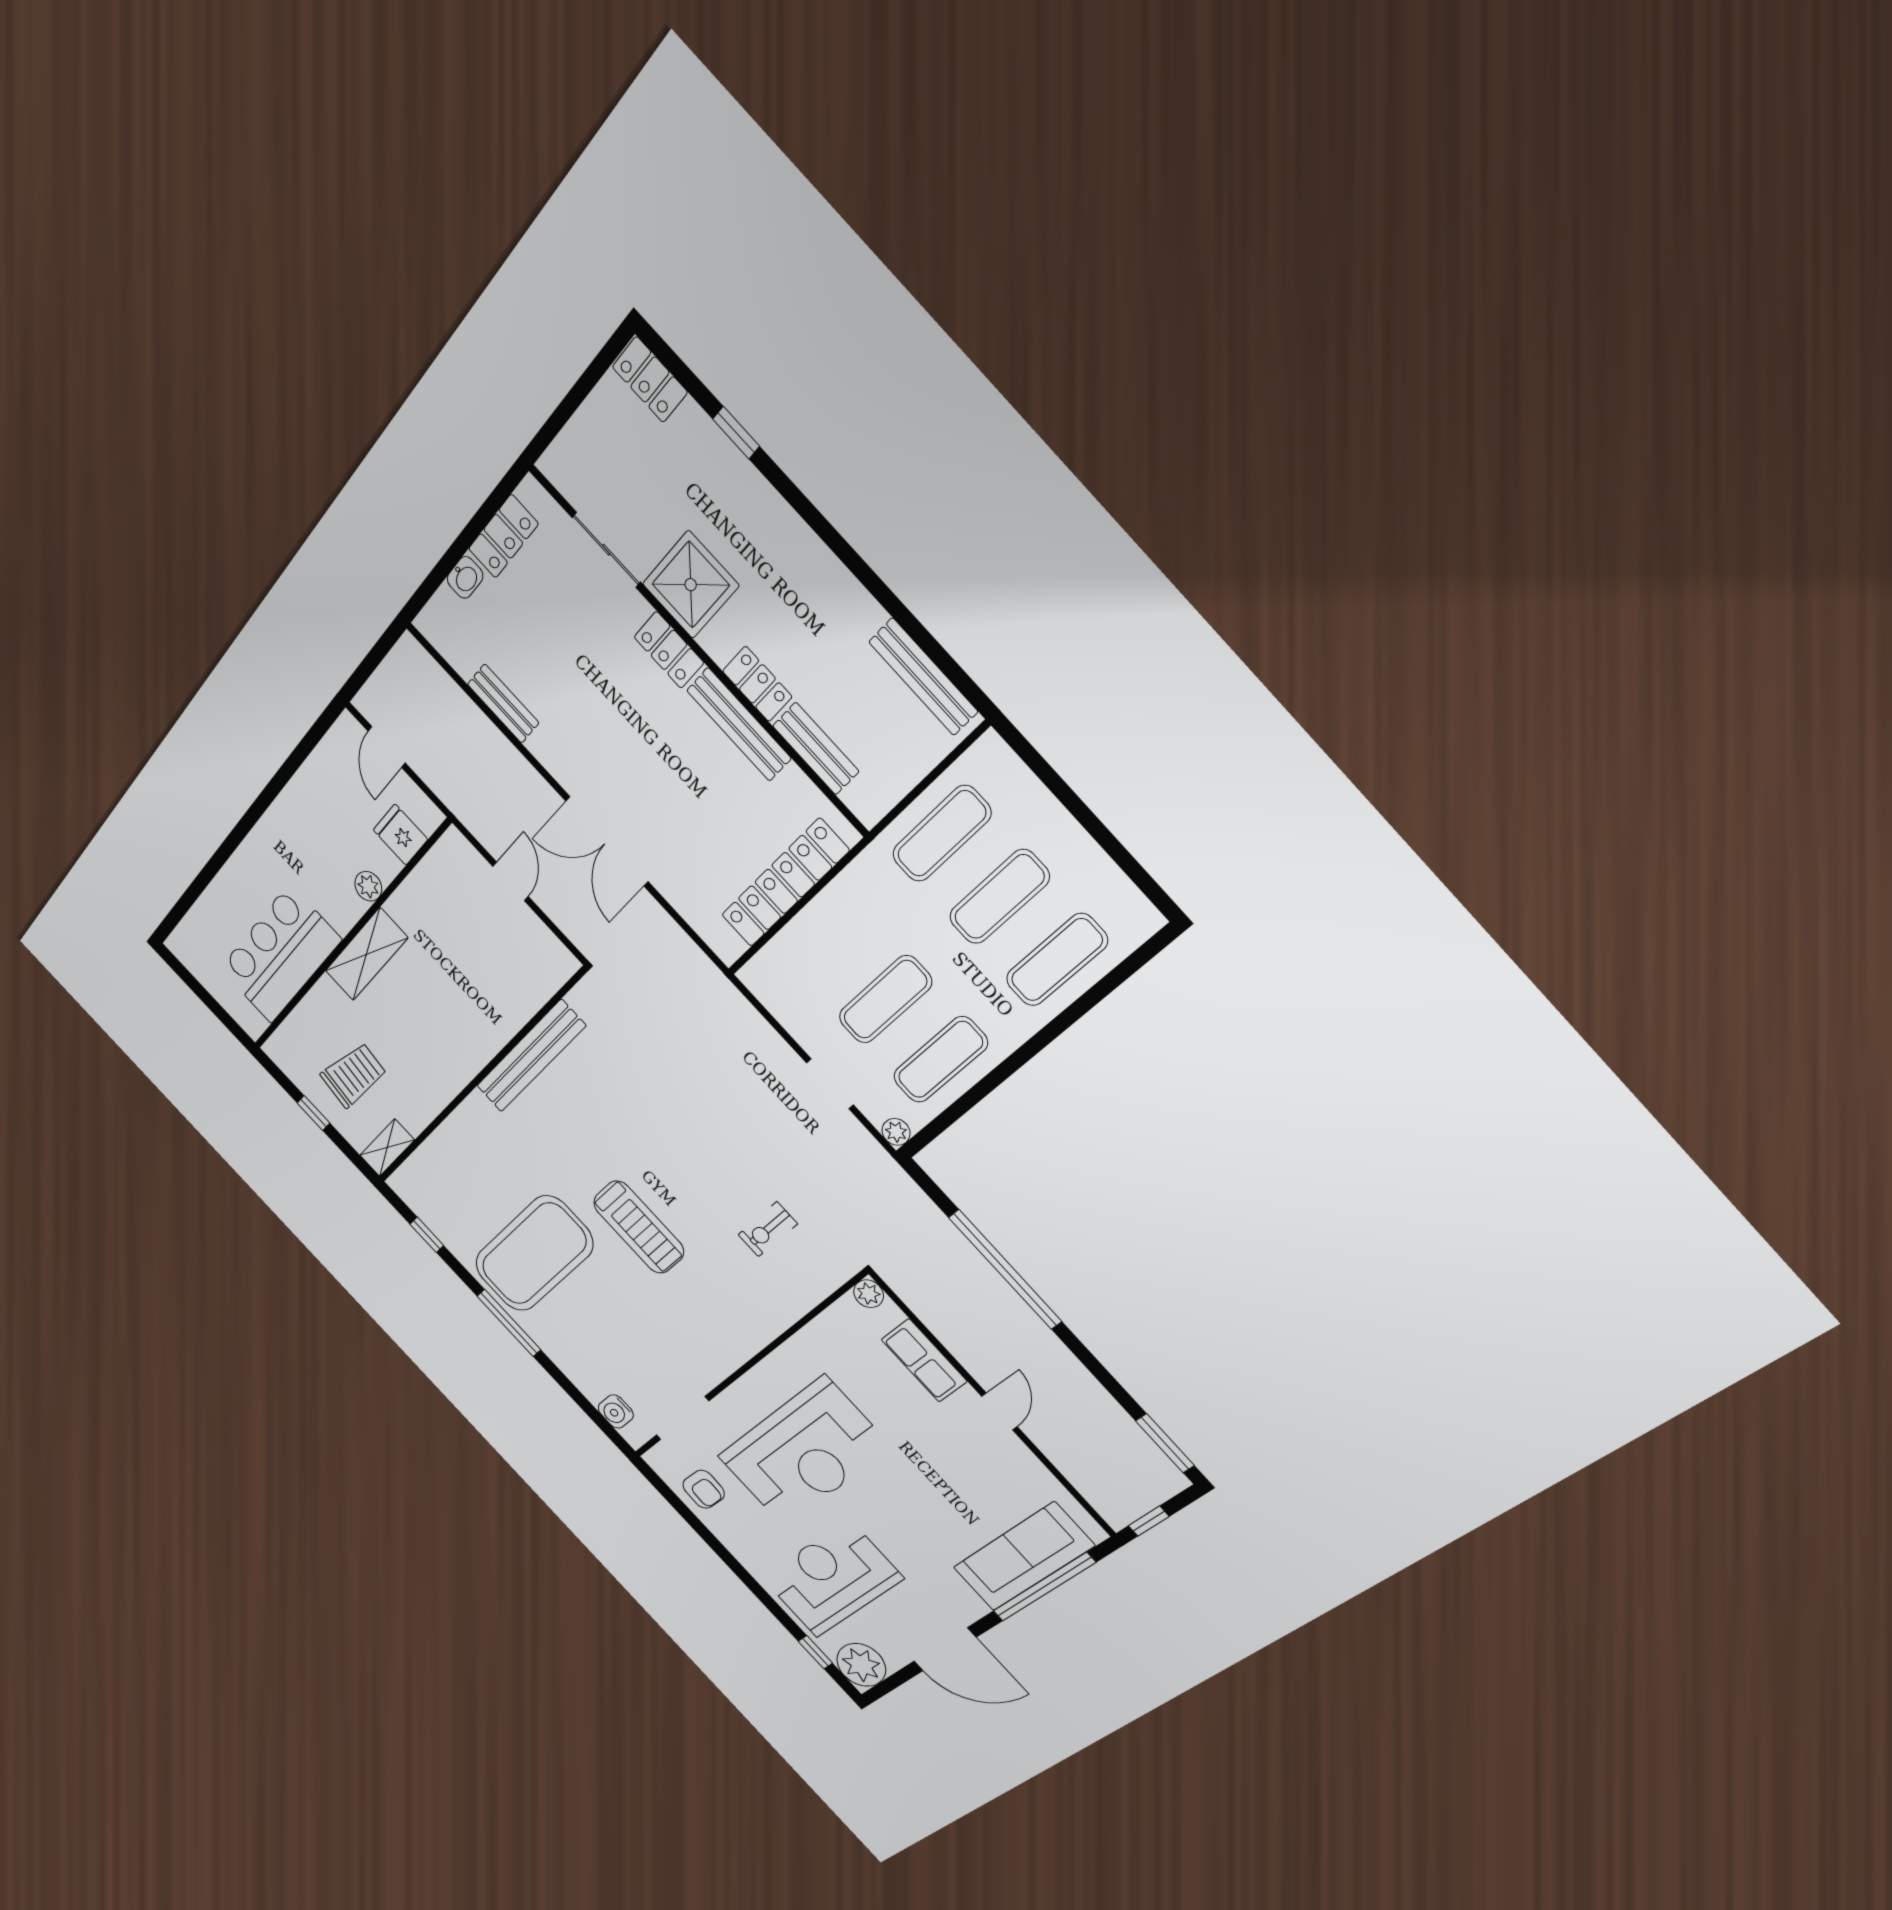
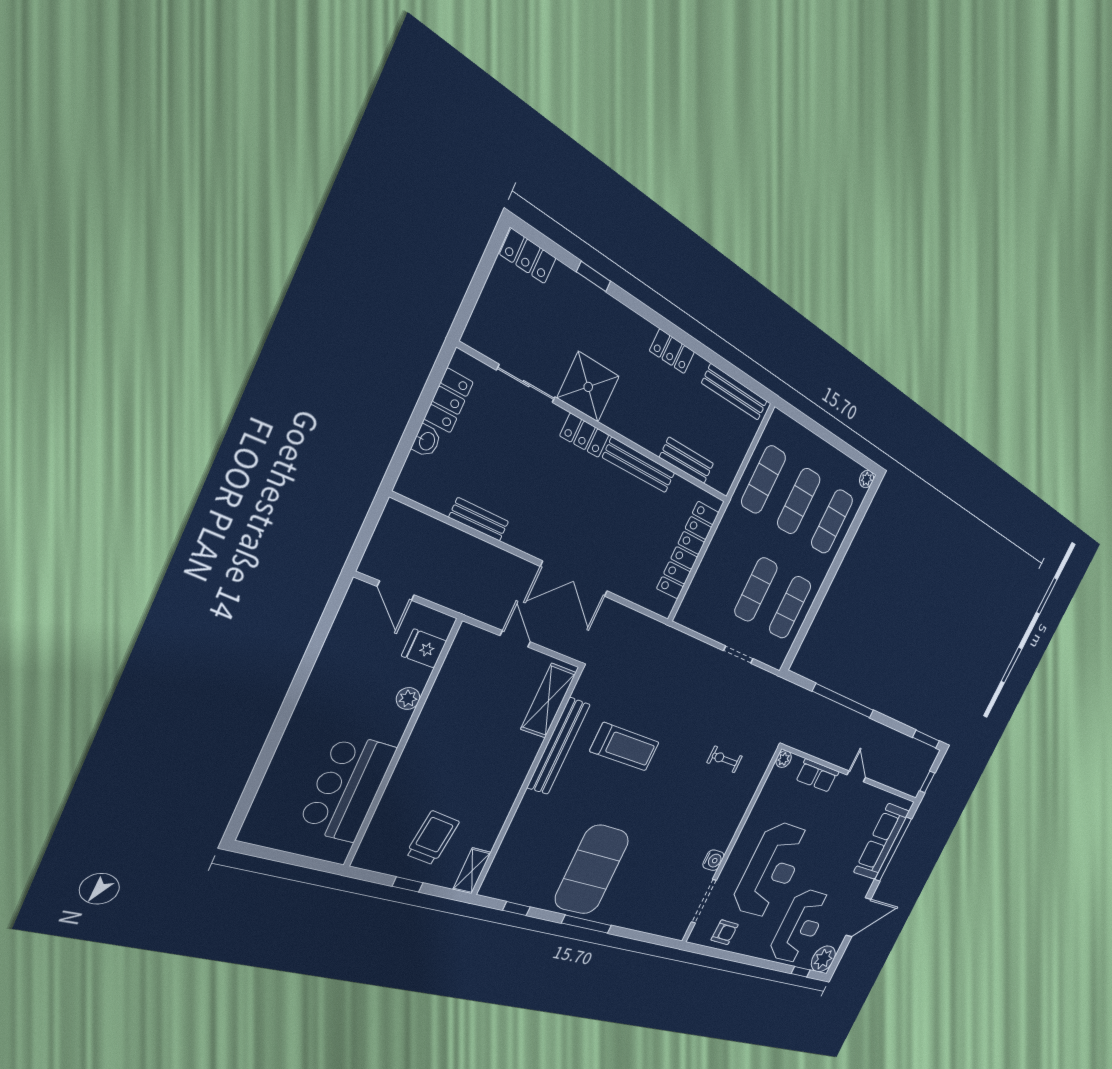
locker: (757, 684) -> (672, 351), moved, turned 180
shelving: (366, 954) -> (548, 701), moved
plant: (896, 1132) -> (867, 479), moved
treadmill: (639, 1227) -> (625, 747), moved
exercise bike: (768, 1229) -> (725, 759), turned 90
water cooler: (616, 1411) -> (713, 860), moved, turned -90
reception desk: (832, 1578) -> (800, 926), turned 180

